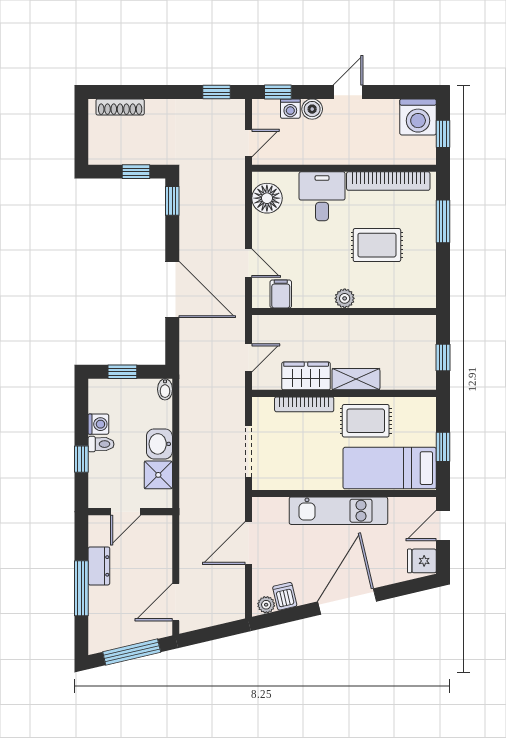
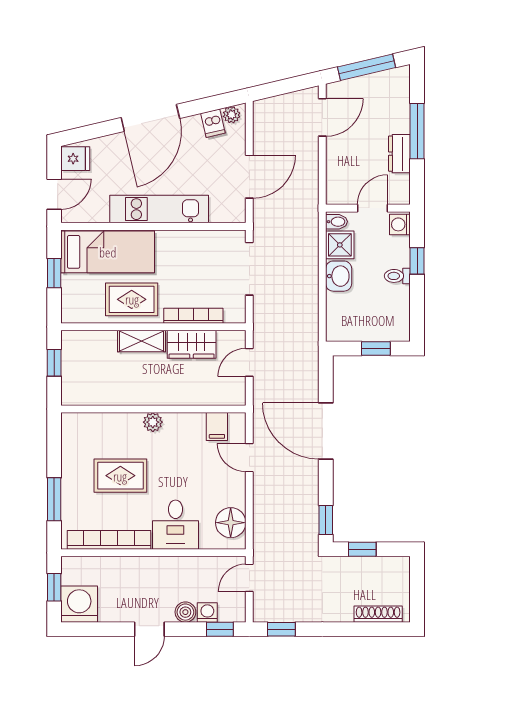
bidet: (165, 389) -> (337, 222), moved, turned 90
washing machine: (98, 424) -> (400, 224), moved

